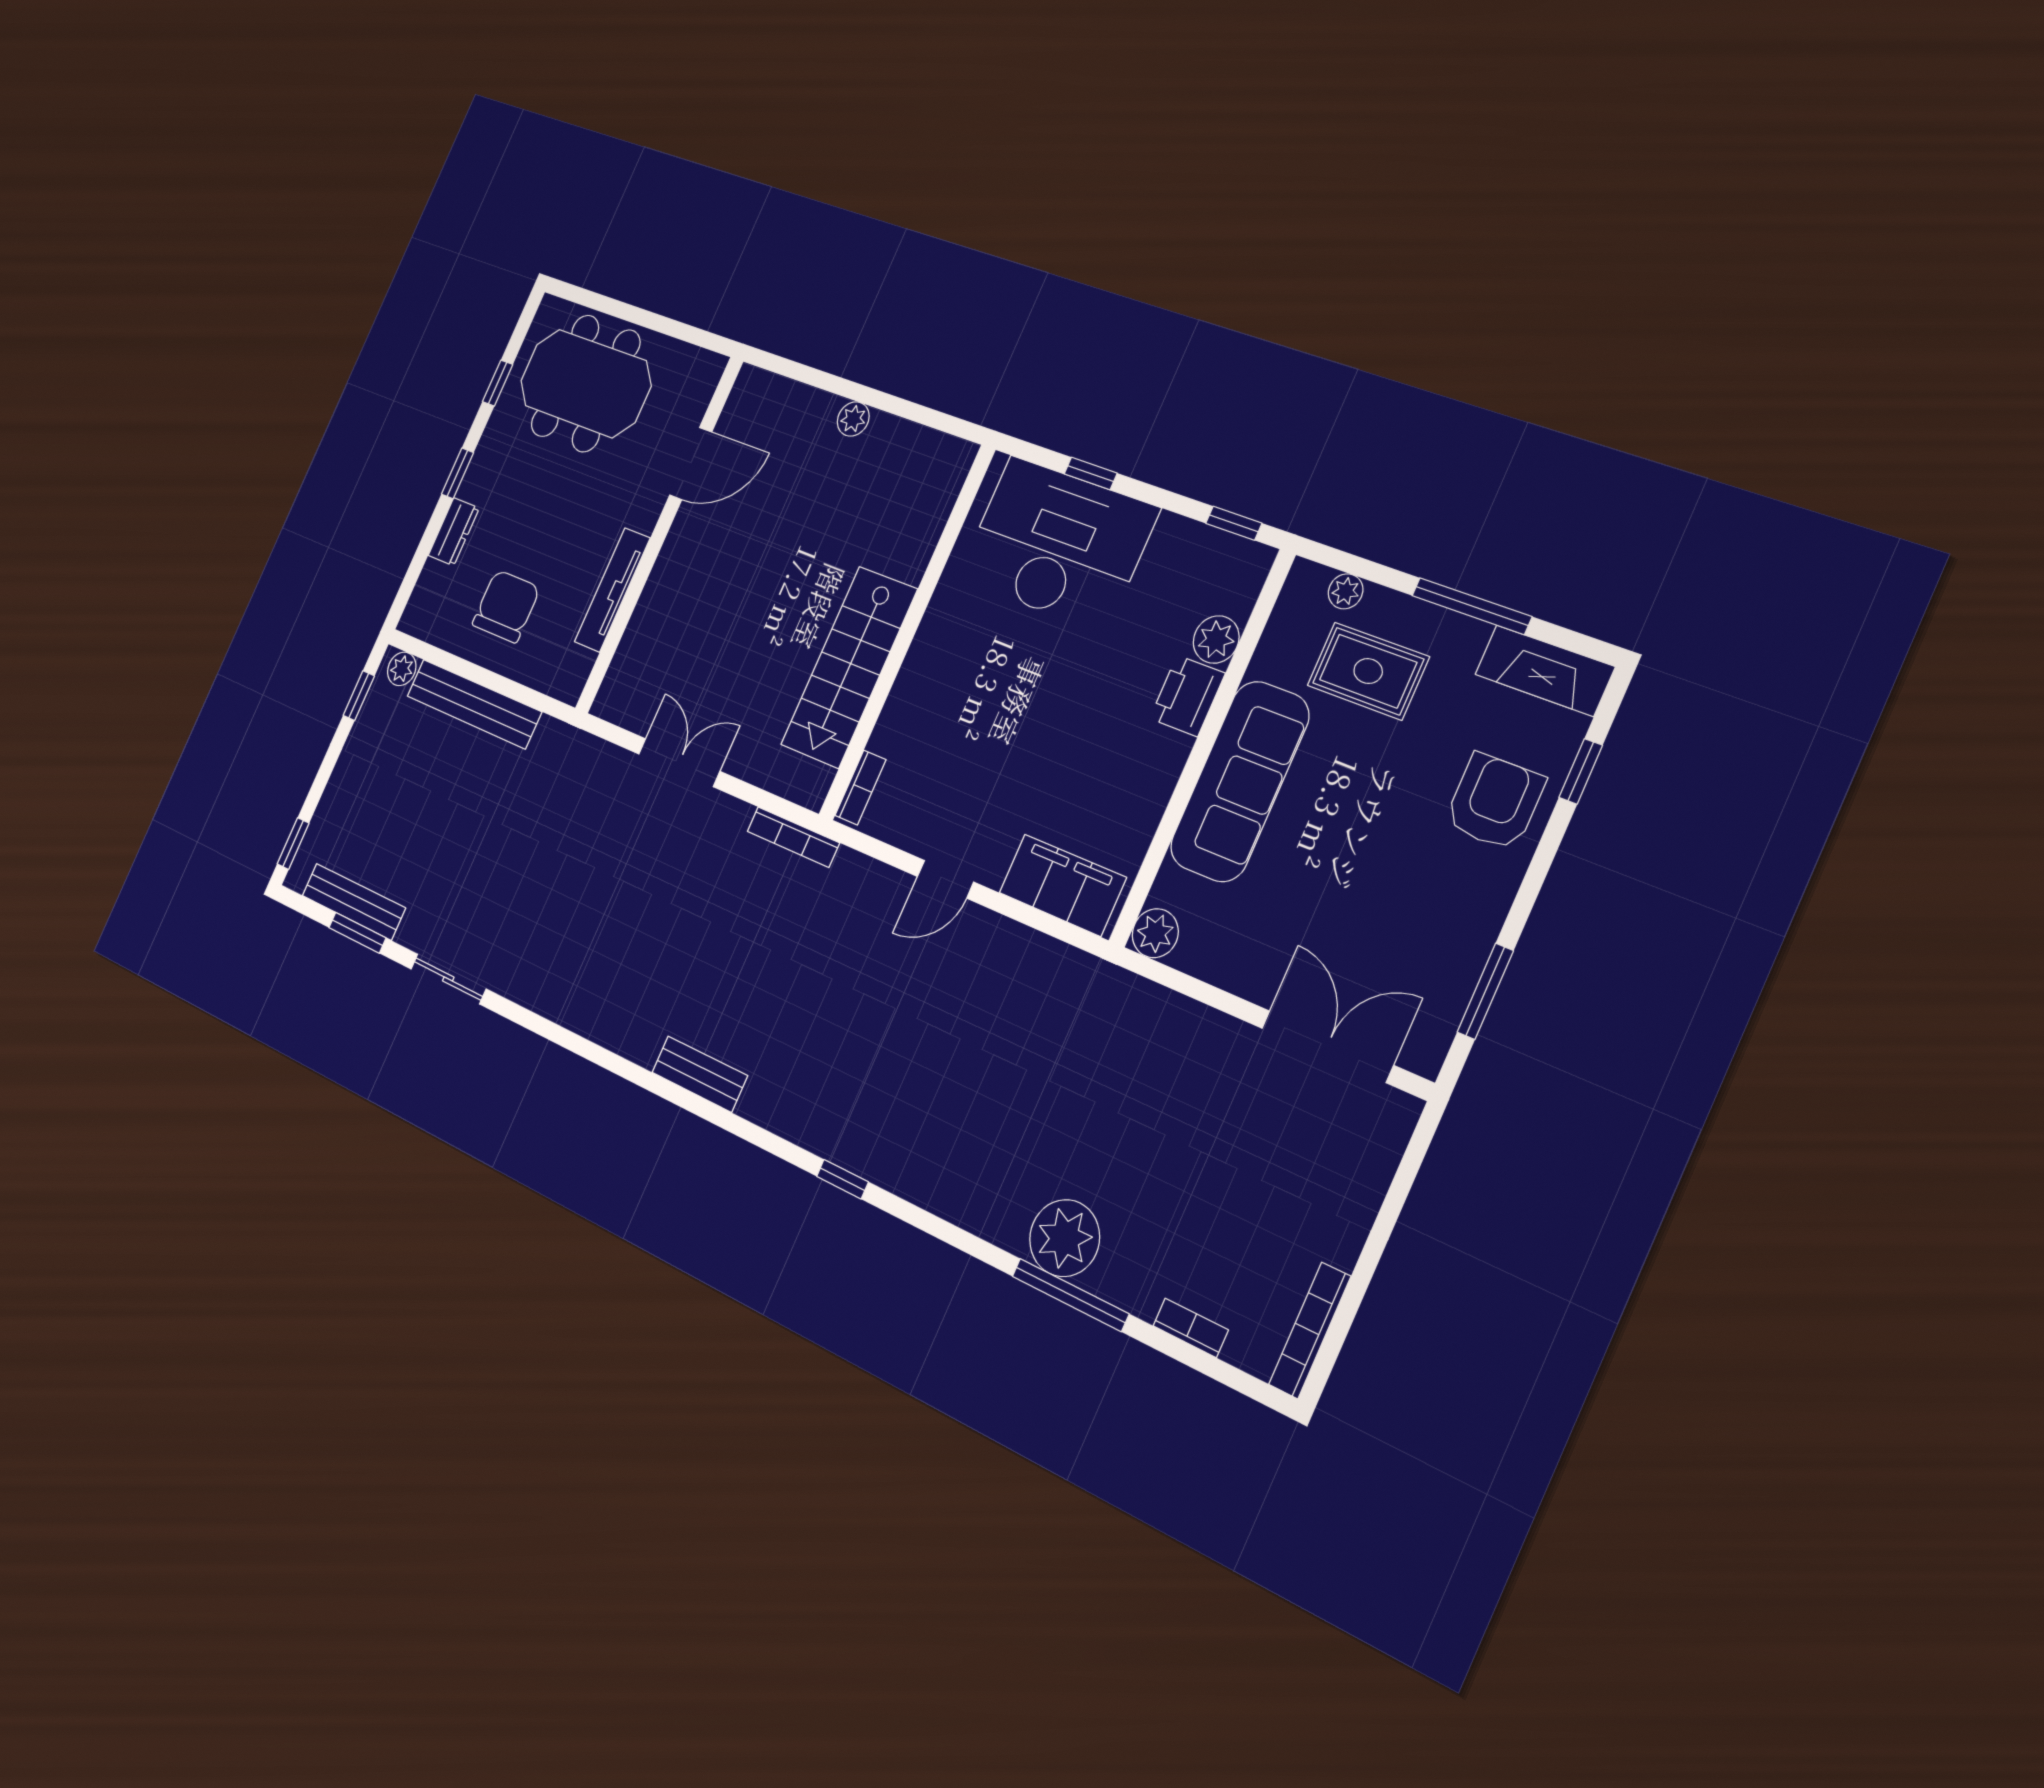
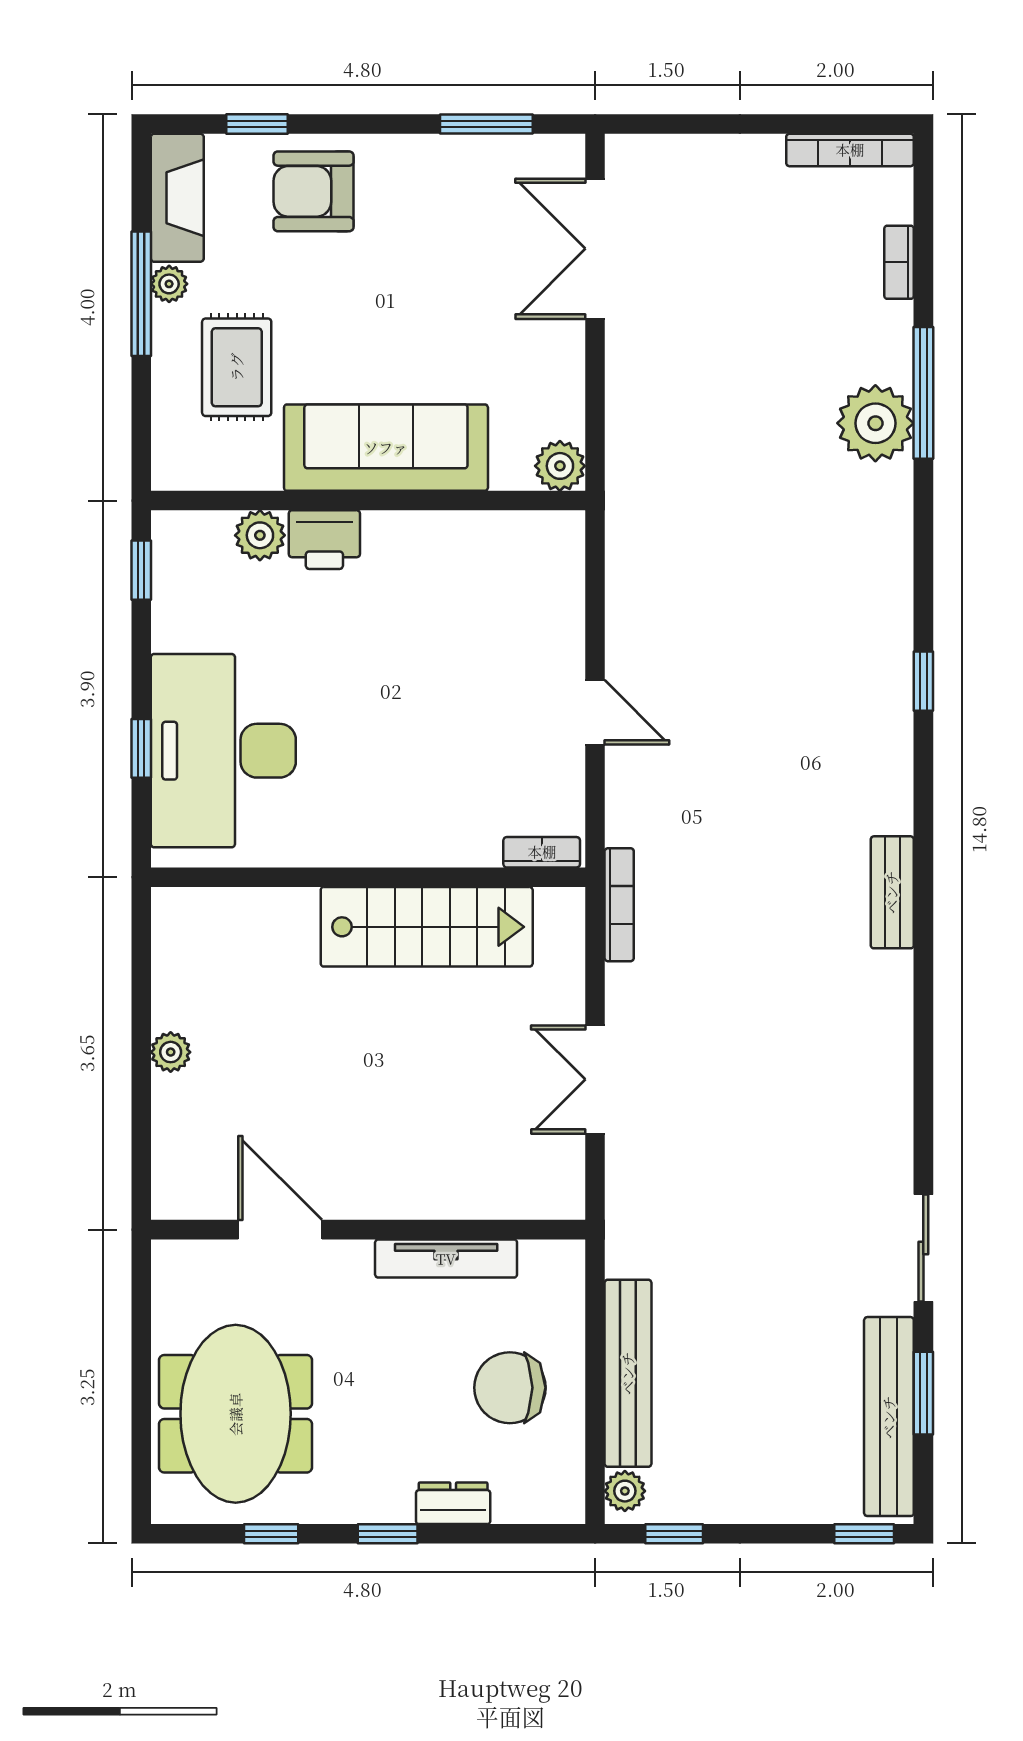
plant: (1346, 591) -> (169, 284), moved
filing cabinet: (1062, 885) -> (552, 584), removed
bench: (354, 902) -> (889, 1417), width x1.37, depth x1.21

